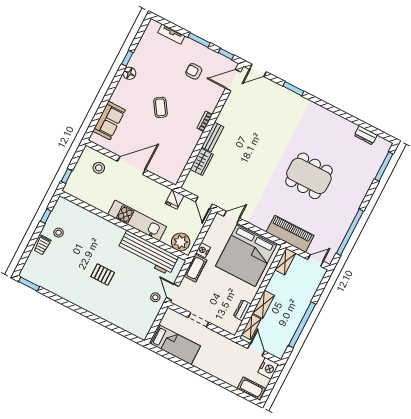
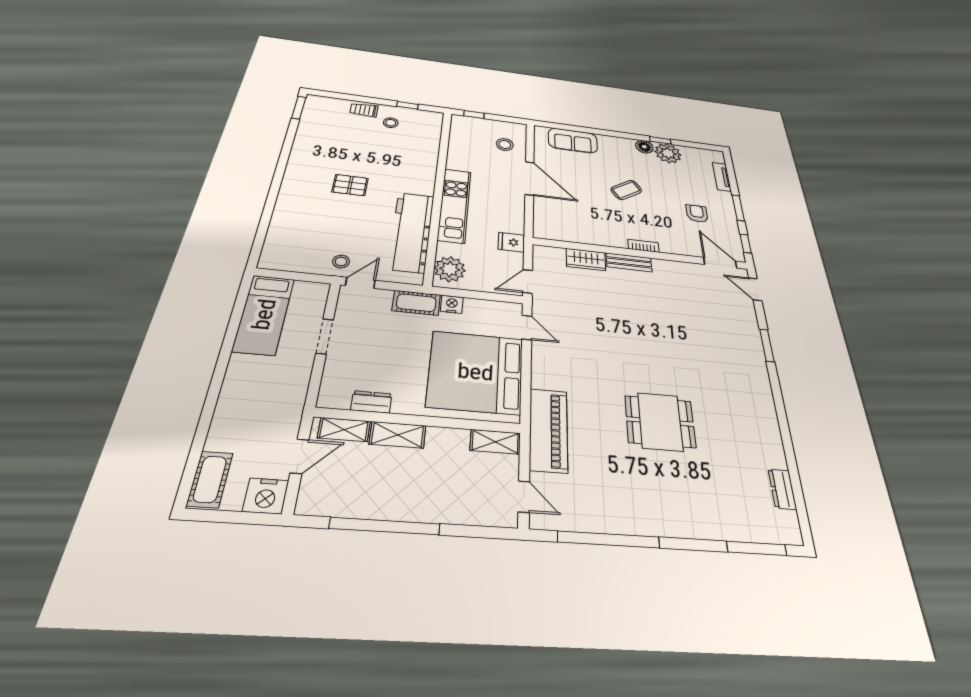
plant: (140, 60) -> (668, 153), added
dining table: (309, 176) -> (660, 422), width x0.73
pallet: (103, 275) -> (350, 185), turned 90

